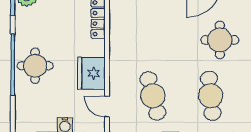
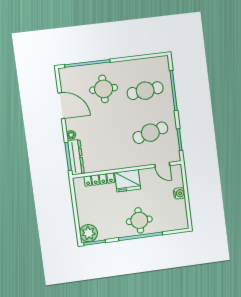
fridge: (91, 73) -> (128, 181), moved
door: (107, 107) -> (162, 165), hinge flipped

